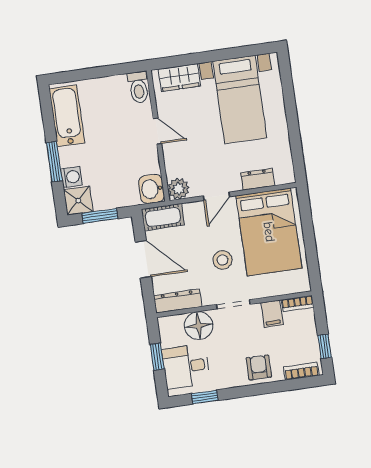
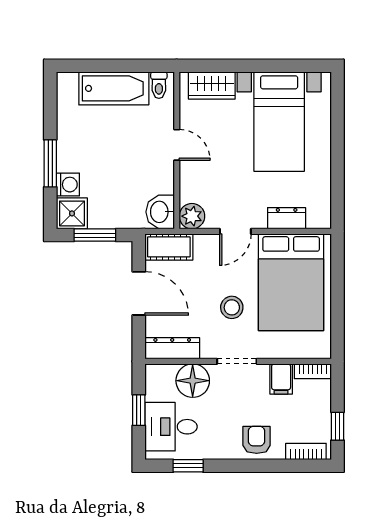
toilet: (139, 87) -> (159, 85), width x0.73, depth x0.72
bathtub: (67, 116) -> (114, 88), moved, turned 90

